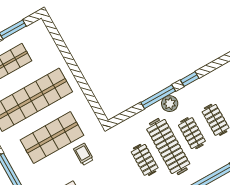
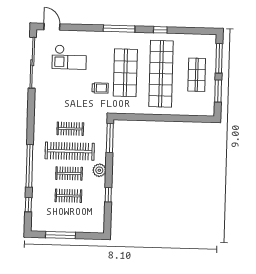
window: (158, 97) -> (110, 138), moved

